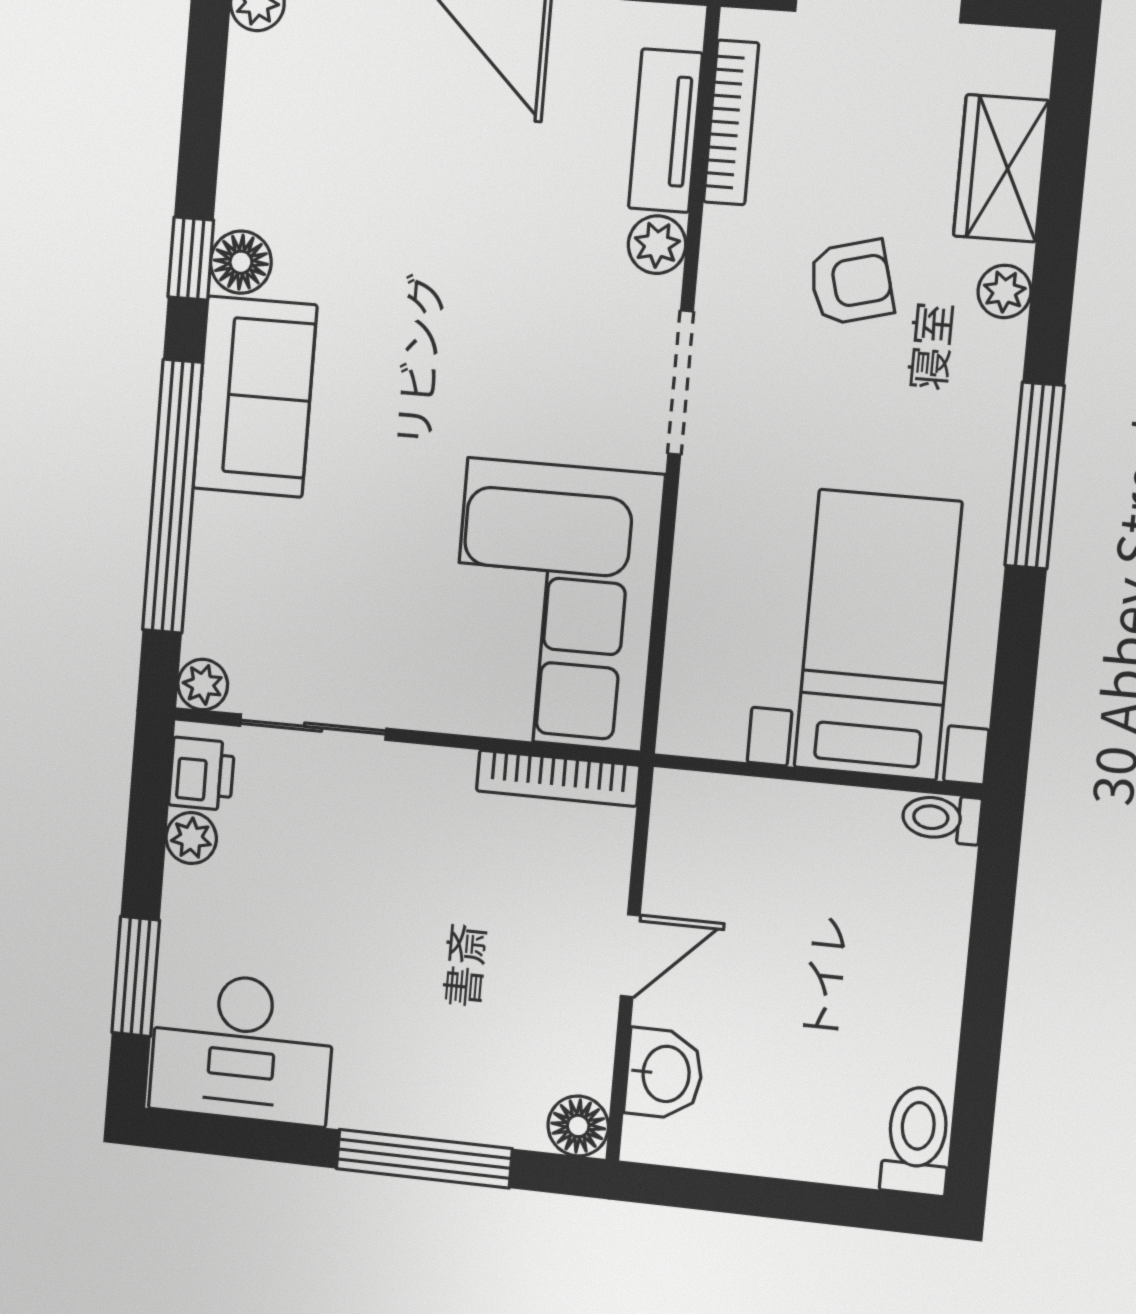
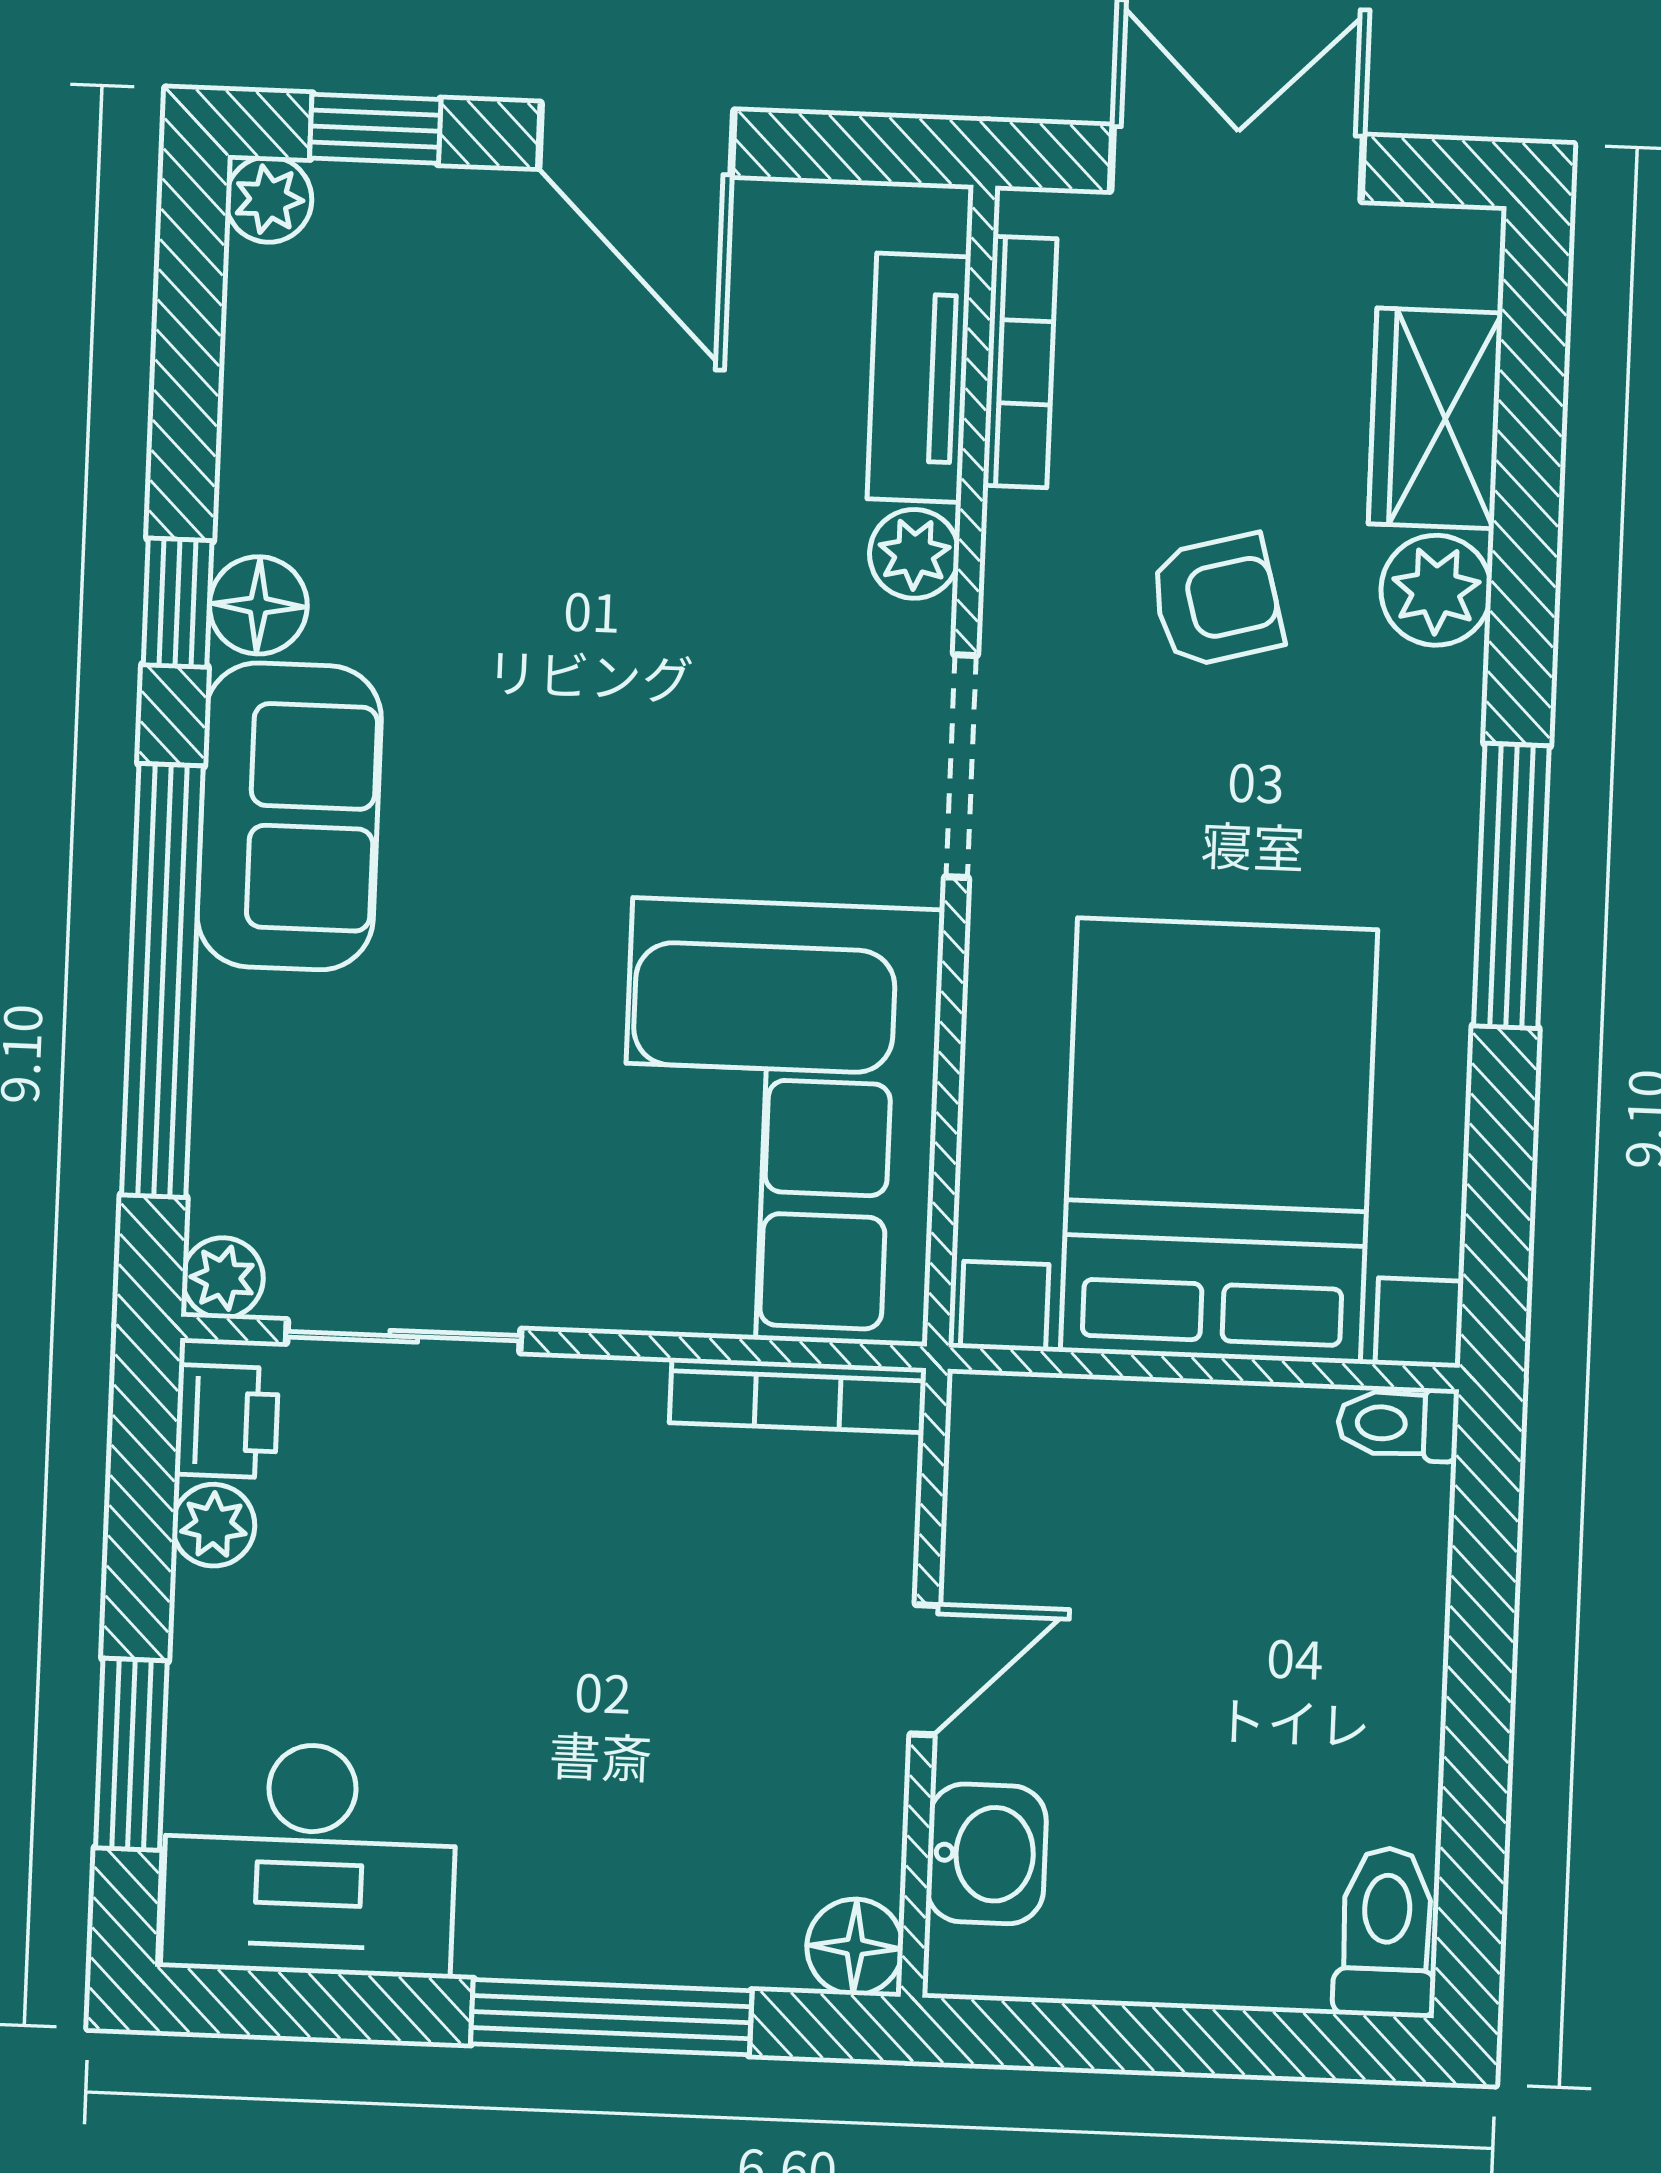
plant: (1004, 291) -> (1436, 590), width x1.38, depth x1.38
bed with nightstands: (878, 635) -> (1219, 1141), width x1.36

